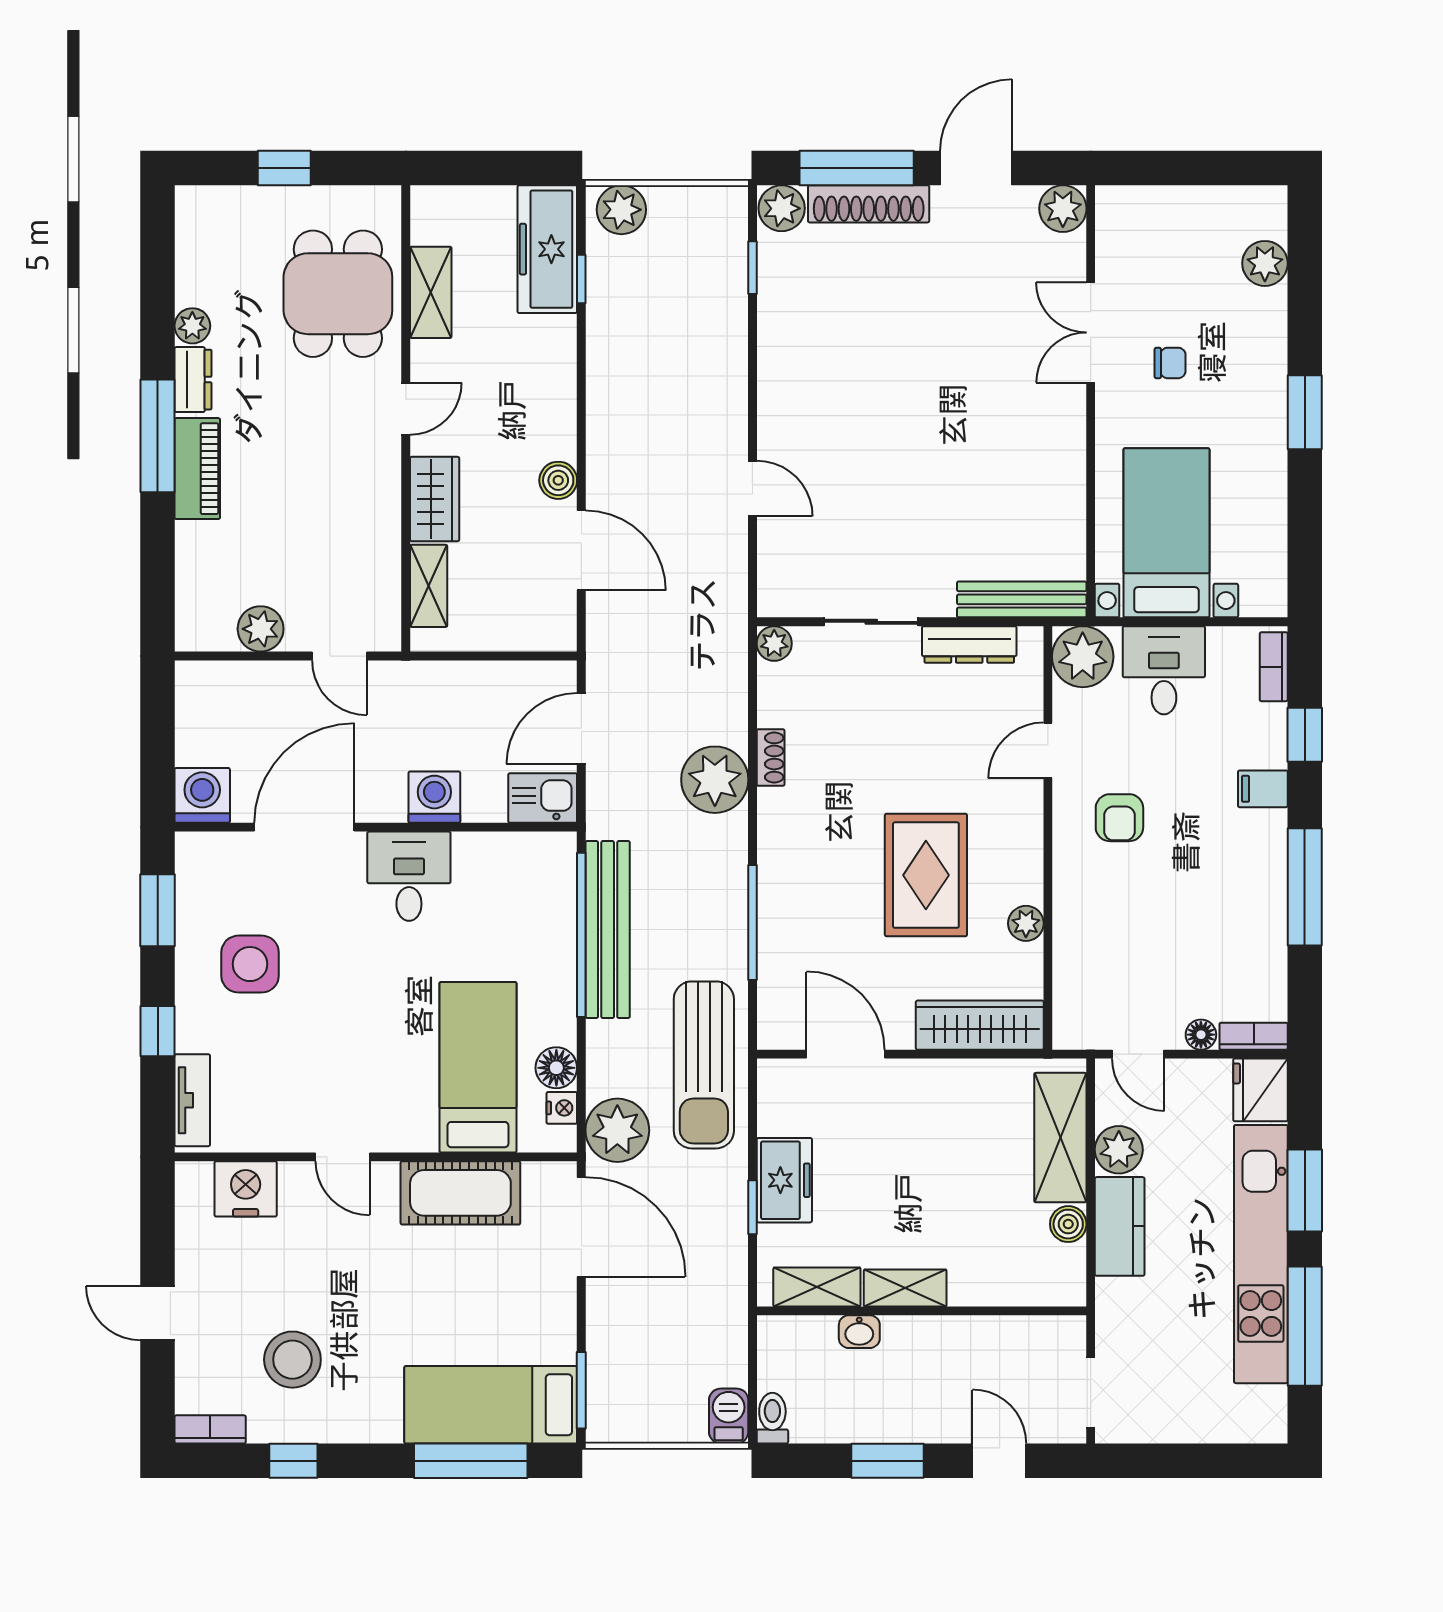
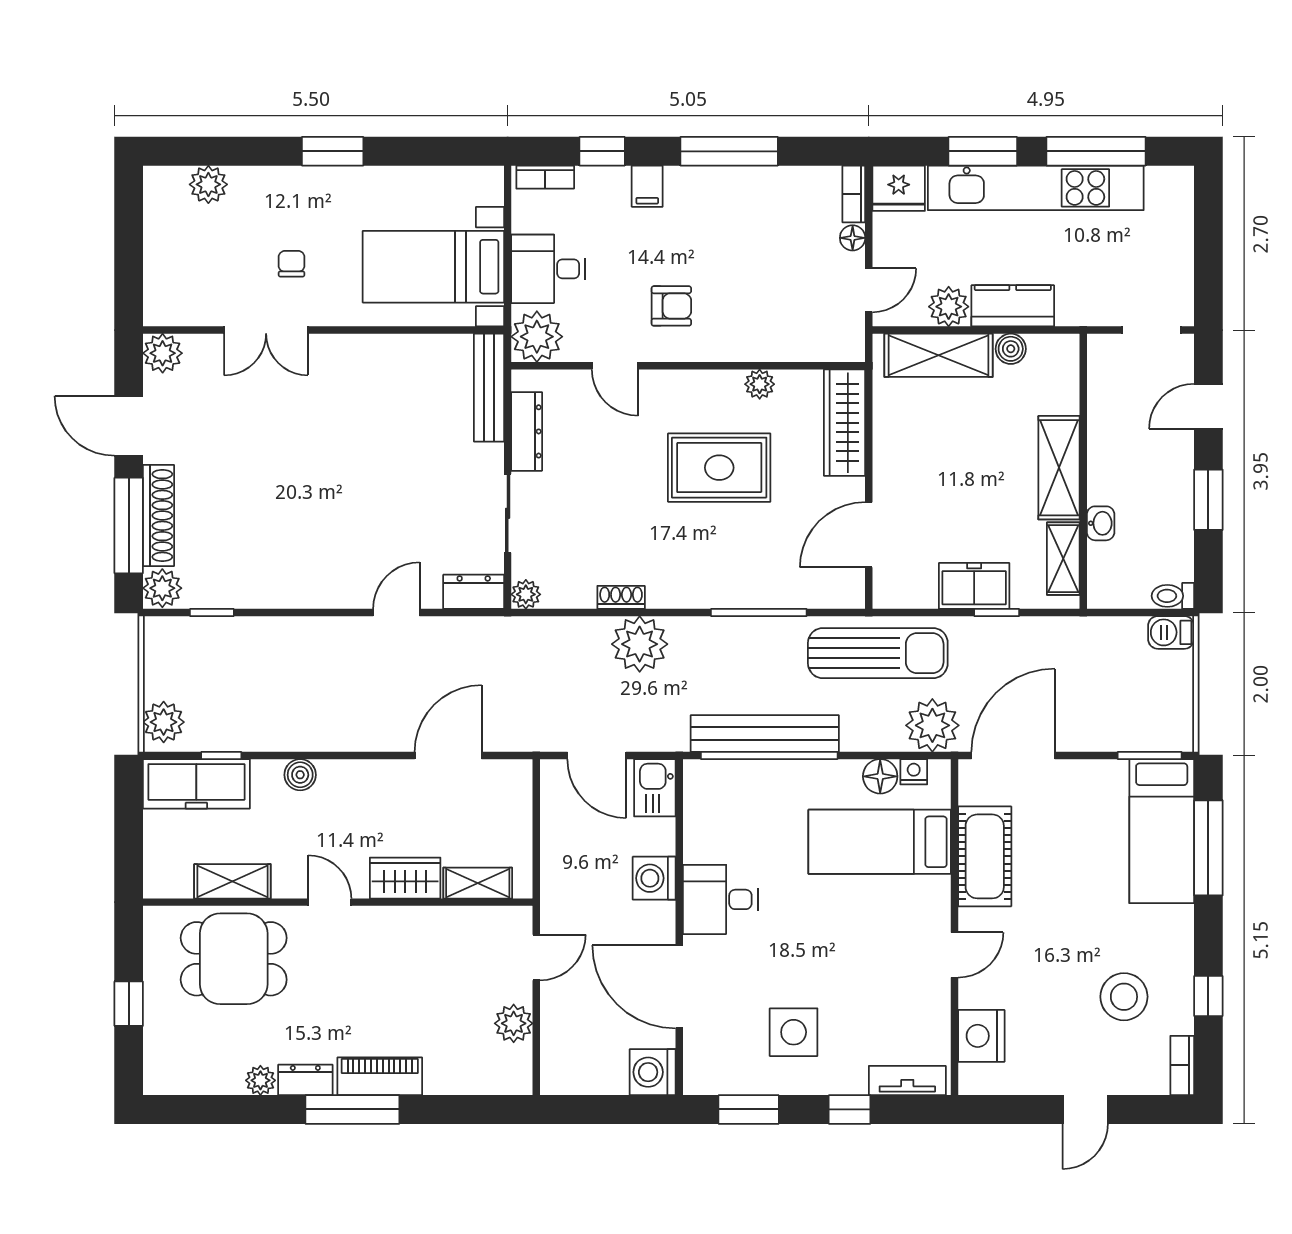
boiler: (558, 480) -> (300, 775), moved
dresser: (777, 581) -> (474, 592), added
shelving: (905, 1288) -> (1059, 468), width x1.50, depth x1.33

